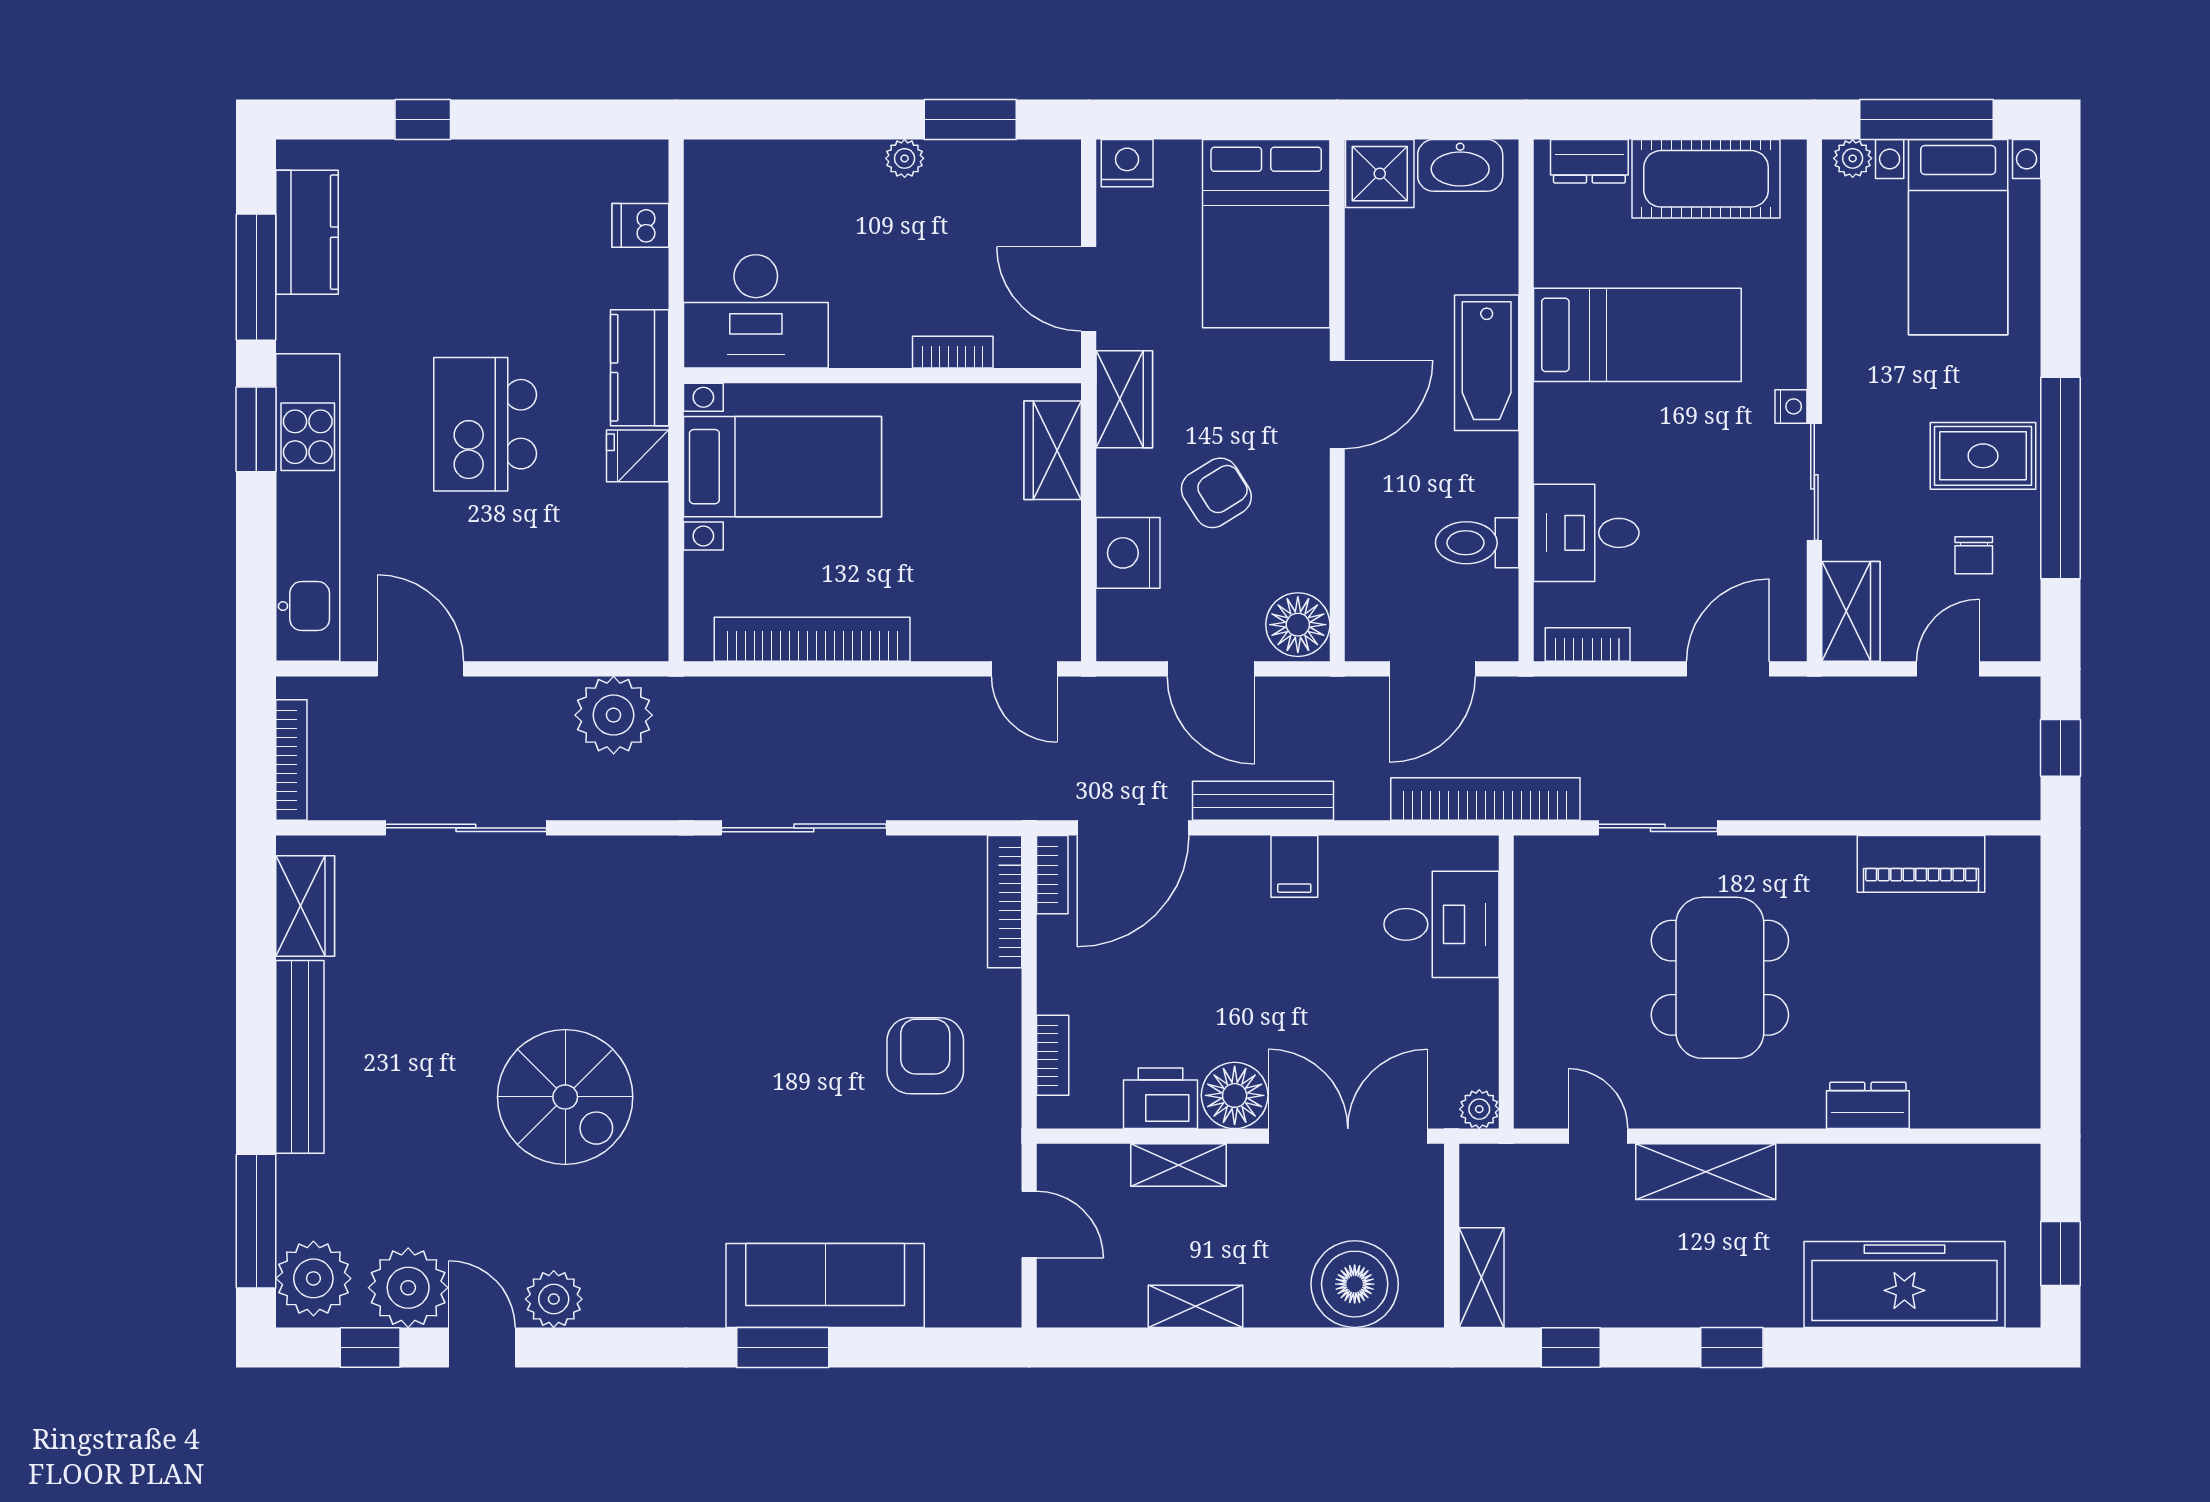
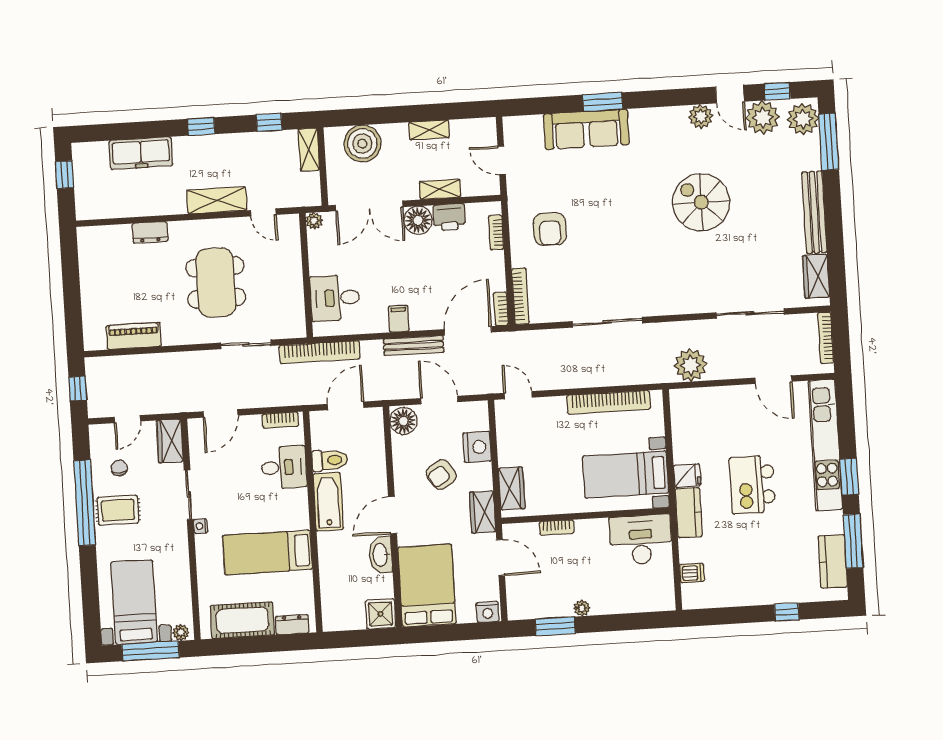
washbasin: (1460, 165) -> (381, 555), moved, turned -90
bathtub: (1487, 363) -> (328, 502), moved
kitchen island: (485, 424) -> (752, 485), turned 180
freezer: (1904, 1284) -> (141, 153), width x0.73, depth x0.79

